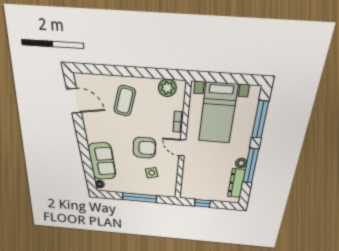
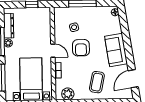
door: (74, 101) -> (133, 79), hinge flipped
armchair: (144, 148) -> (81, 48), turned -90
sofa: (102, 161) -> (116, 50), moved

